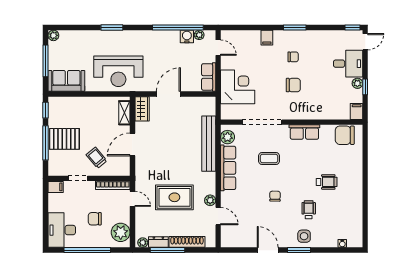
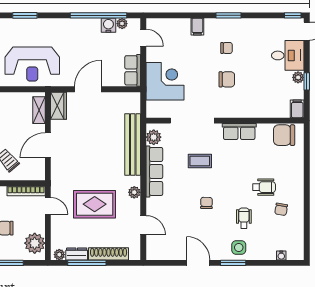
plant: (210, 200) -> (134, 192), moved
chair: (342, 202) -> (281, 209), added

